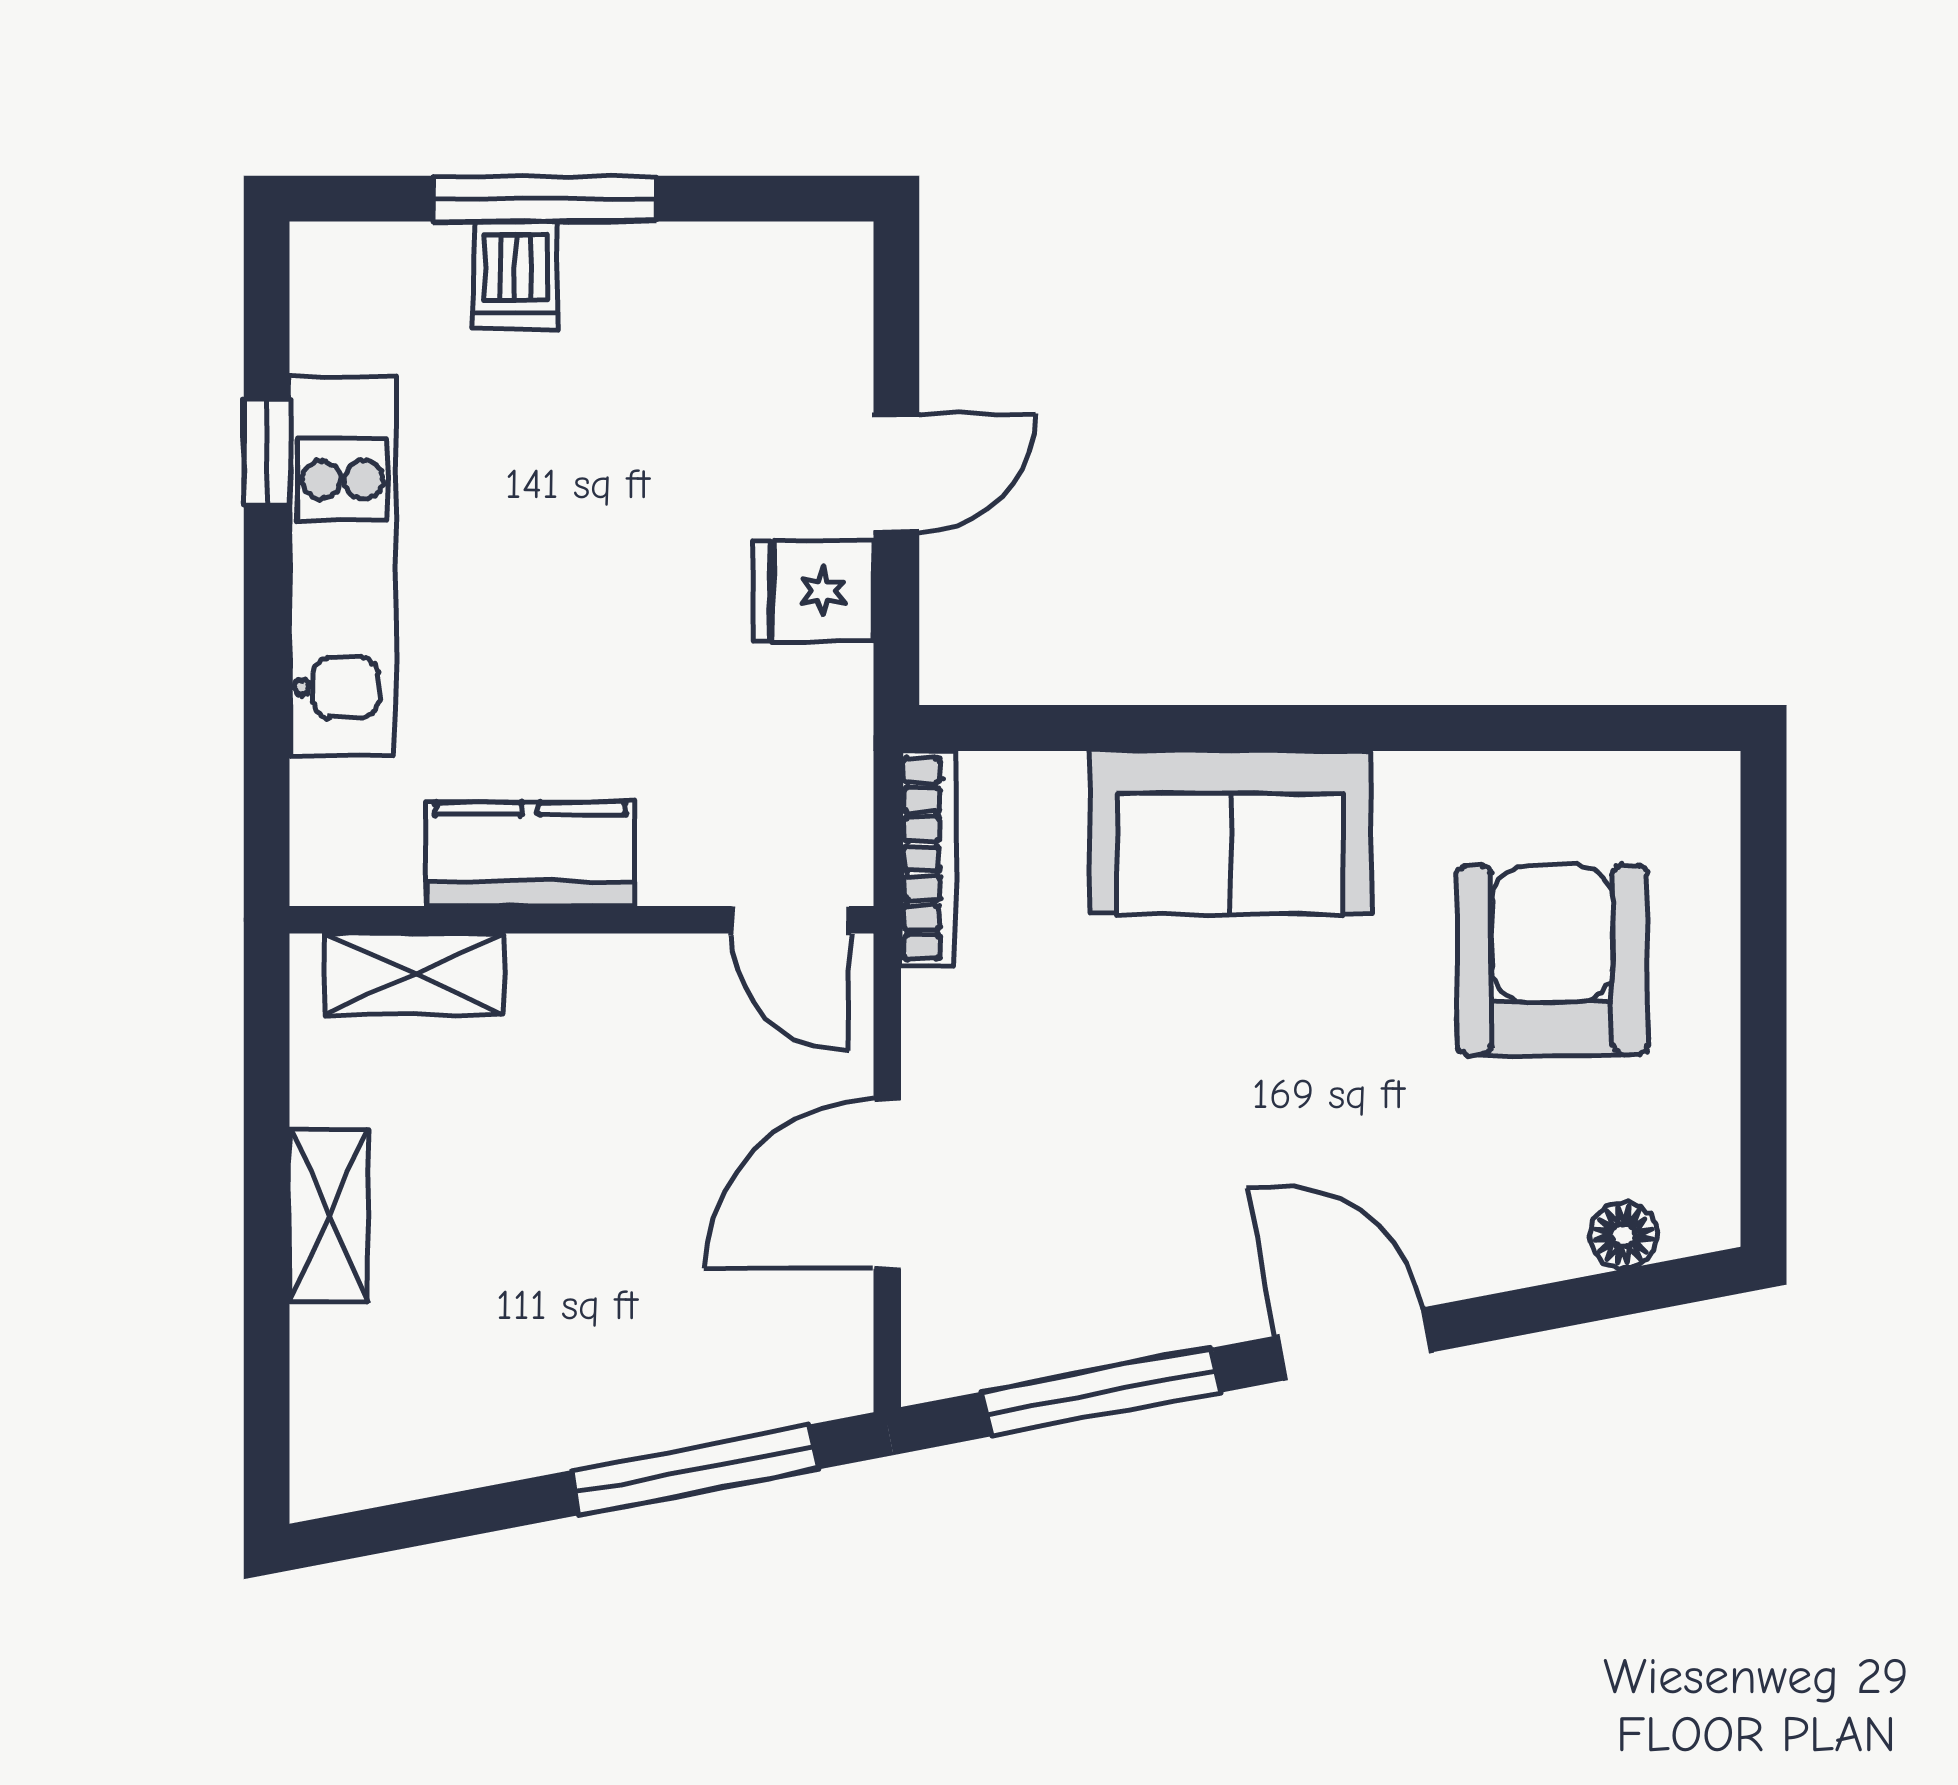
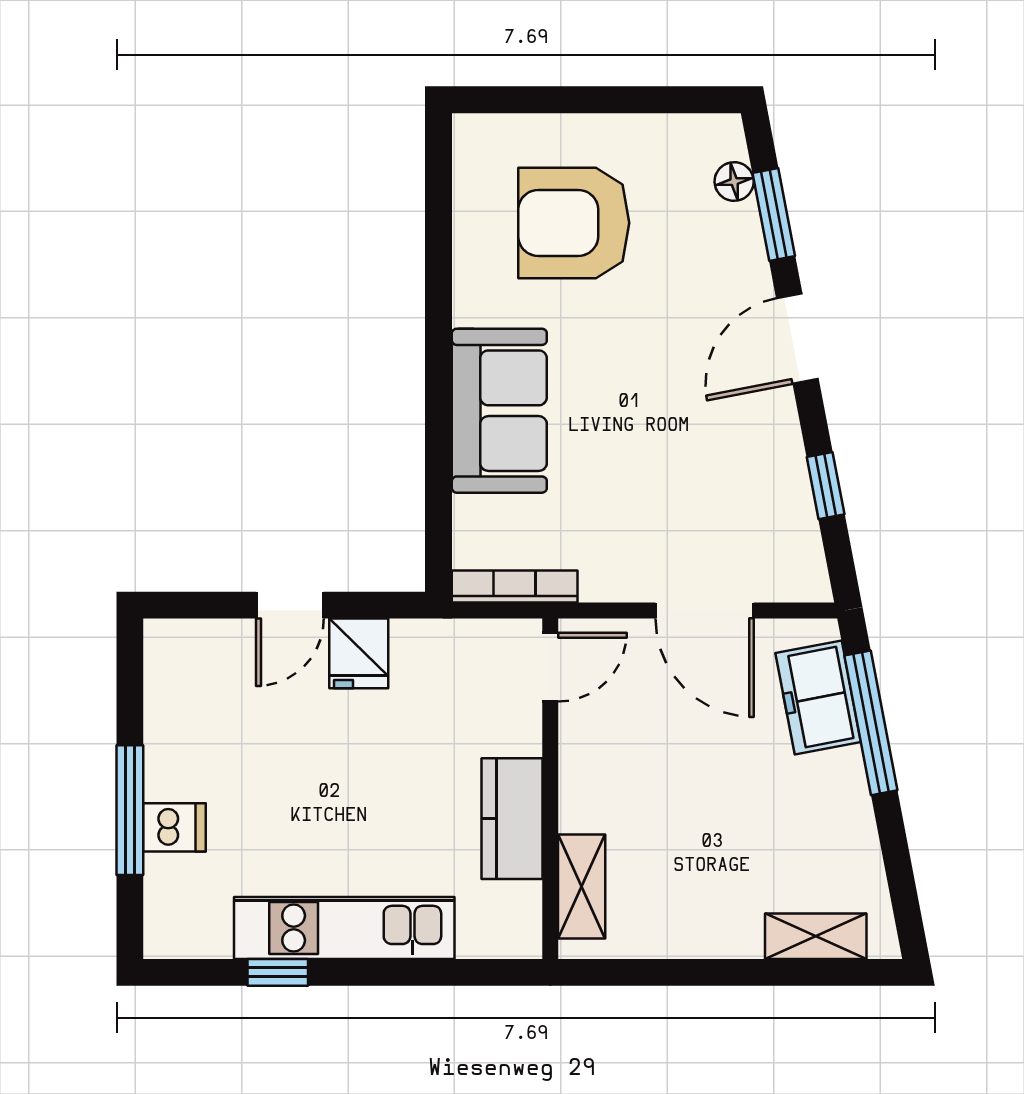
door: (896, 473) -> (290, 605), swing flipped
shelving: (328, 1215) -> (816, 936), moved
window: (1567, 1303) -> (774, 214), added
freezer: (738, 1379) -> (818, 698), added
window: (1101, 1392) -> (826, 486), width x0.46

